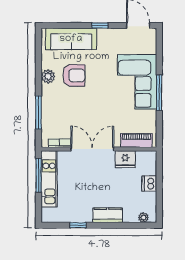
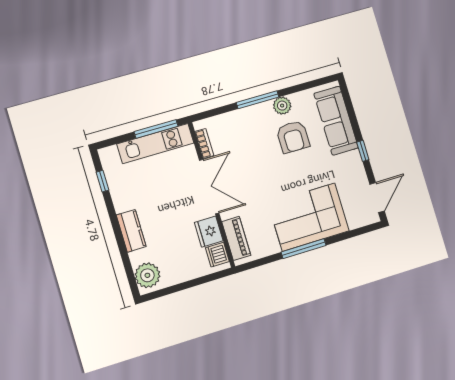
window: (38, 112) -> (258, 100), moved
dishwasher: (149, 183) -> (217, 255), moved, turned -90
plant: (143, 218) -> (147, 275), width x1.87, depth x1.87
window: (78, 225) -> (103, 181), moved

